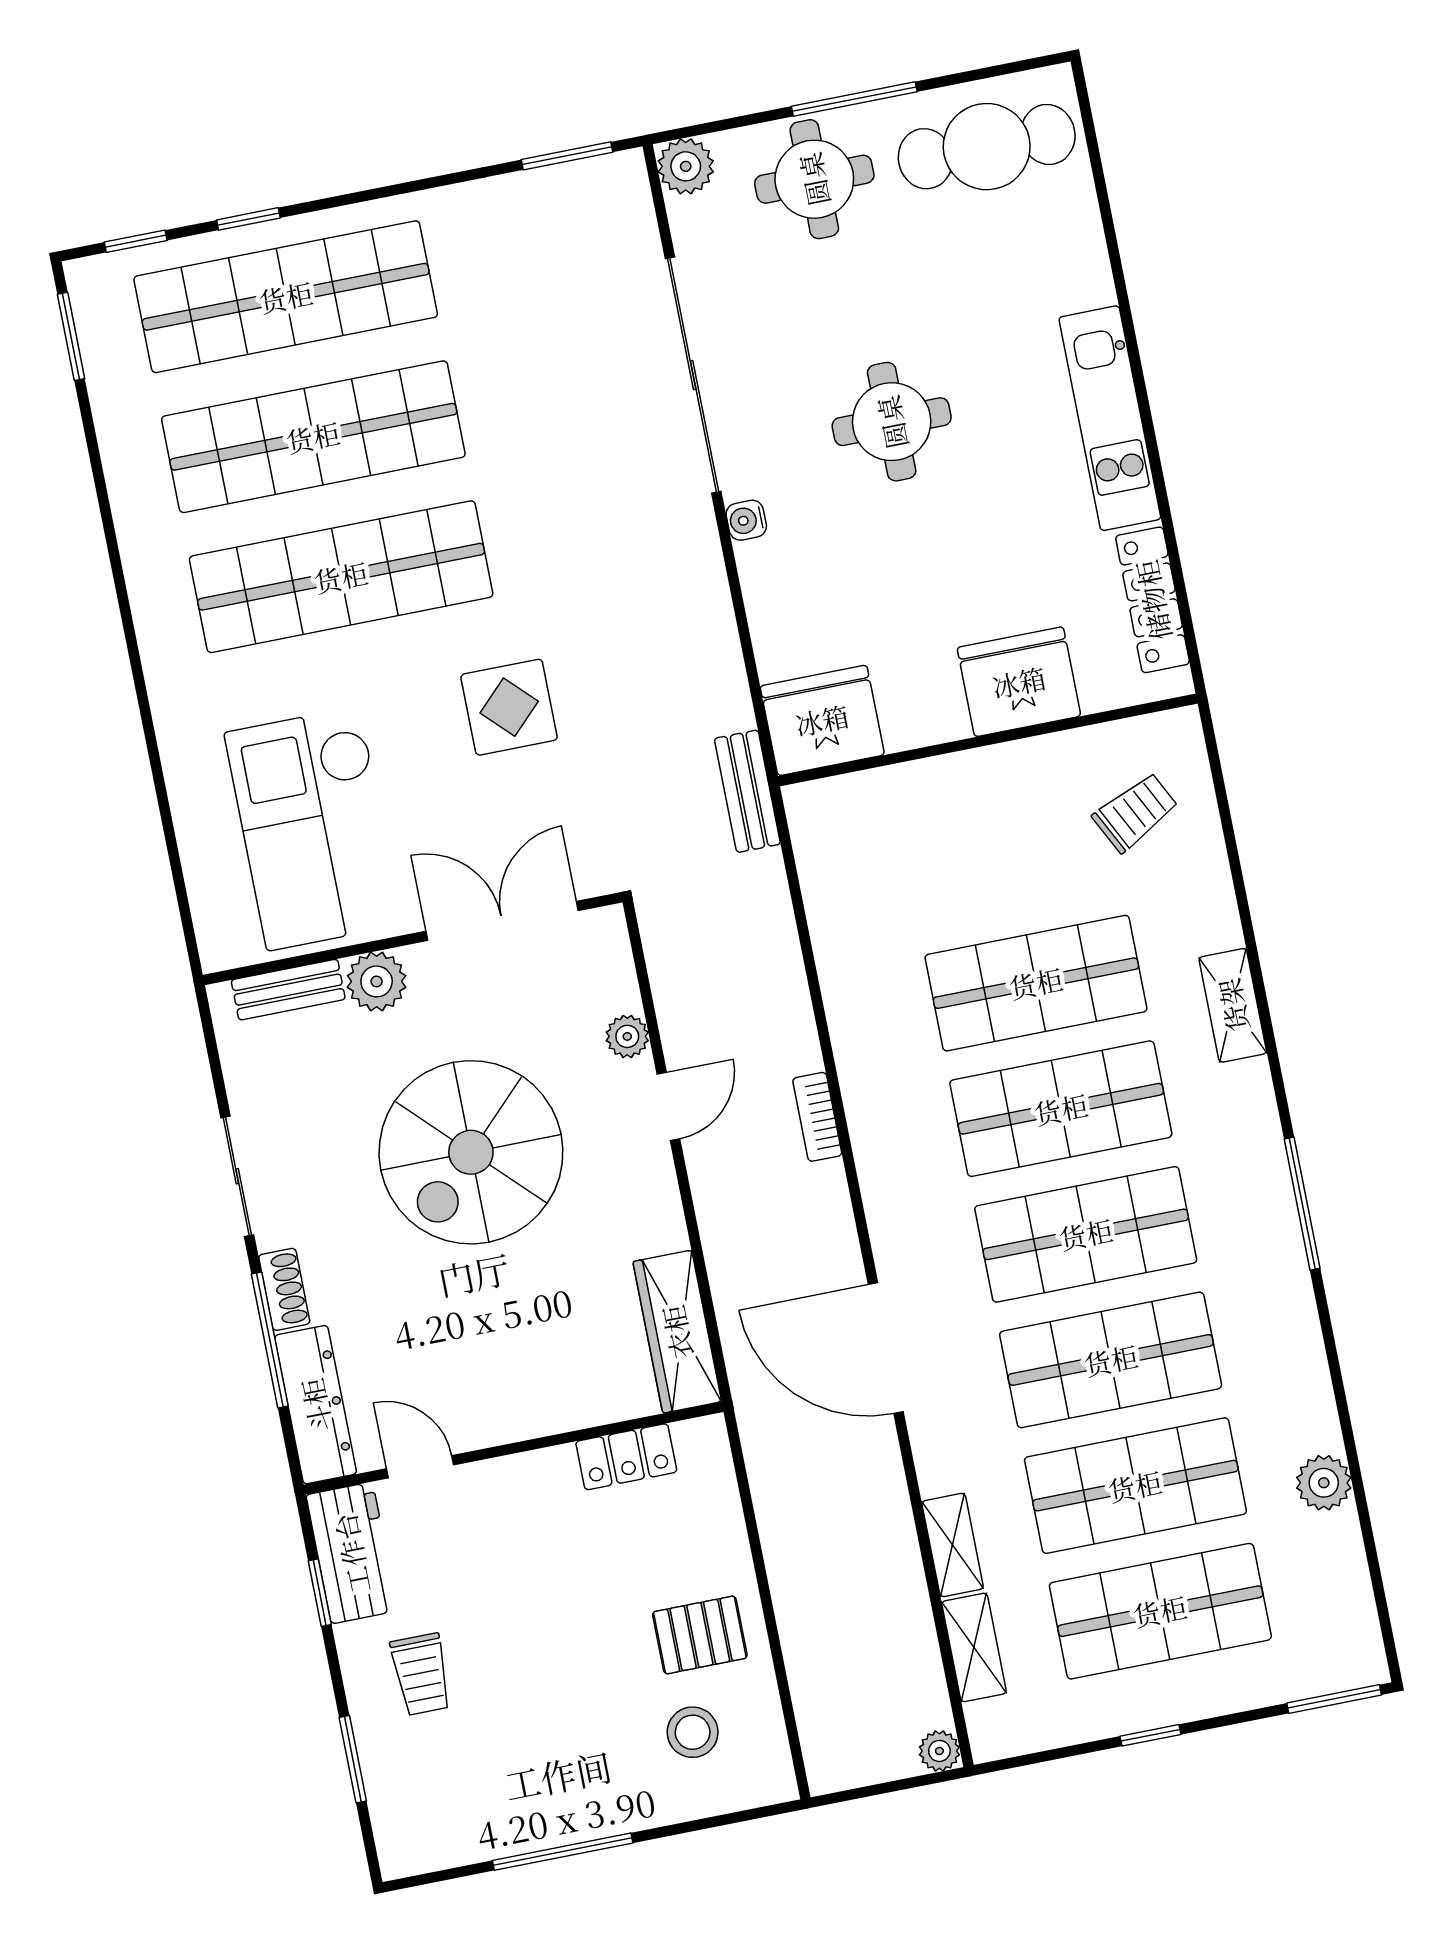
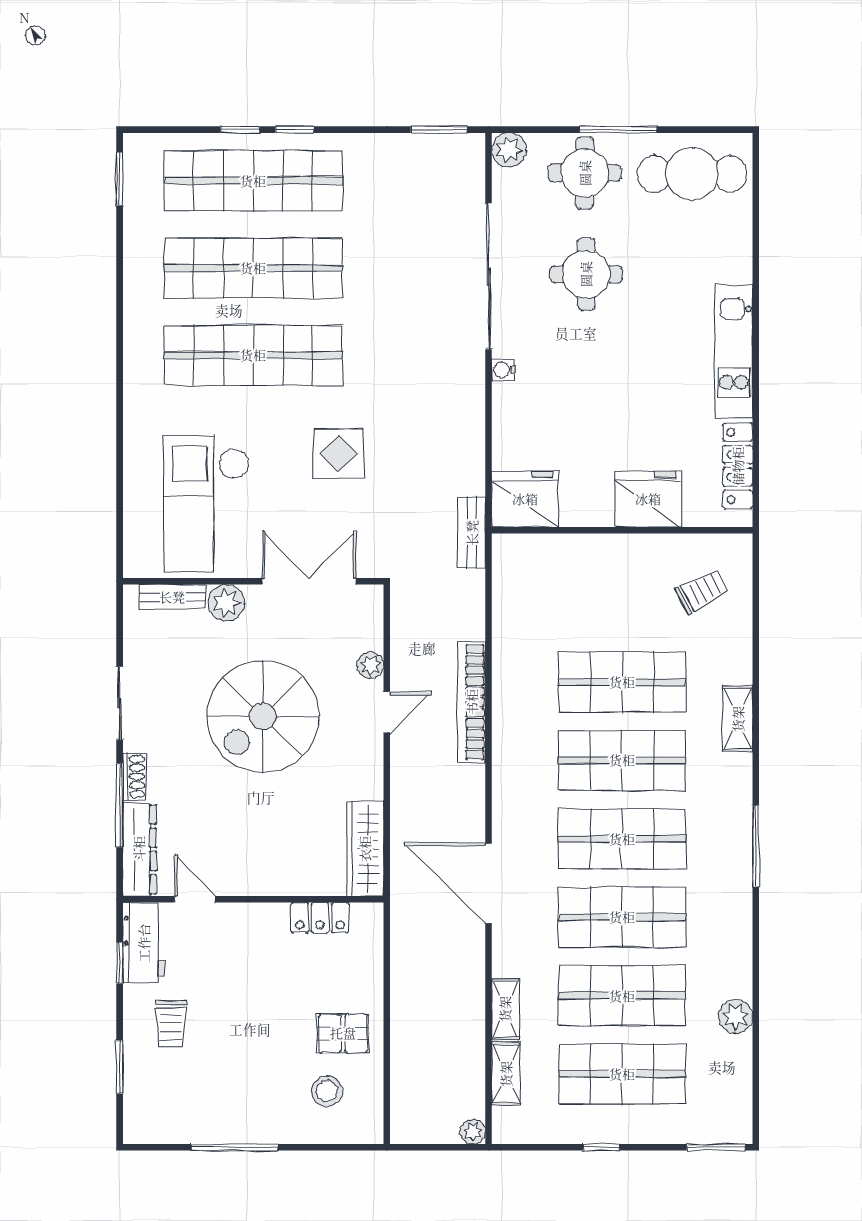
window: (136, 241) -> (295, 130), moved
round table: (892, 422) -> (586, 274), moved
bookcase: (817, 1117) -> (472, 702), width x2.31, depth x1.31

